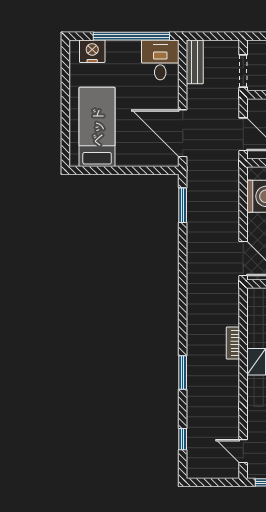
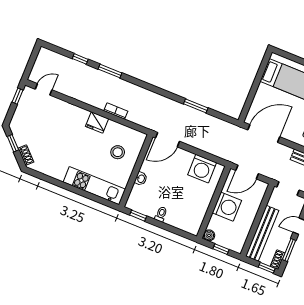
window: (183, 205) -> (196, 106), moved
window: (183, 439) -> (80, 59), moved

